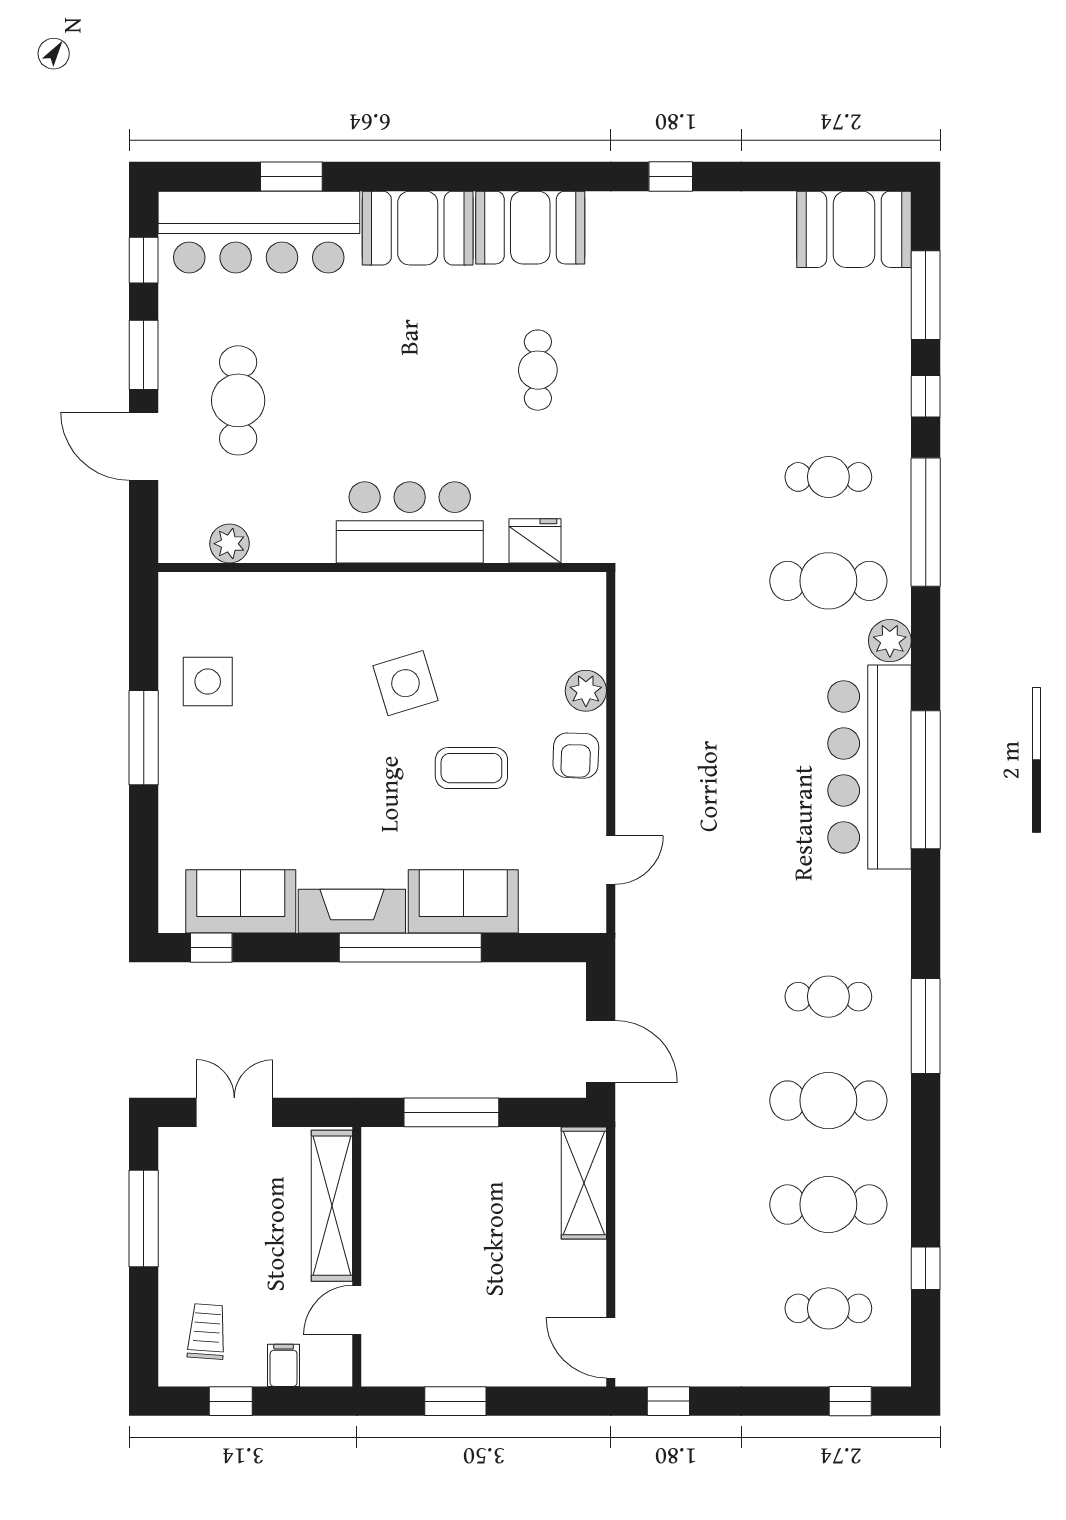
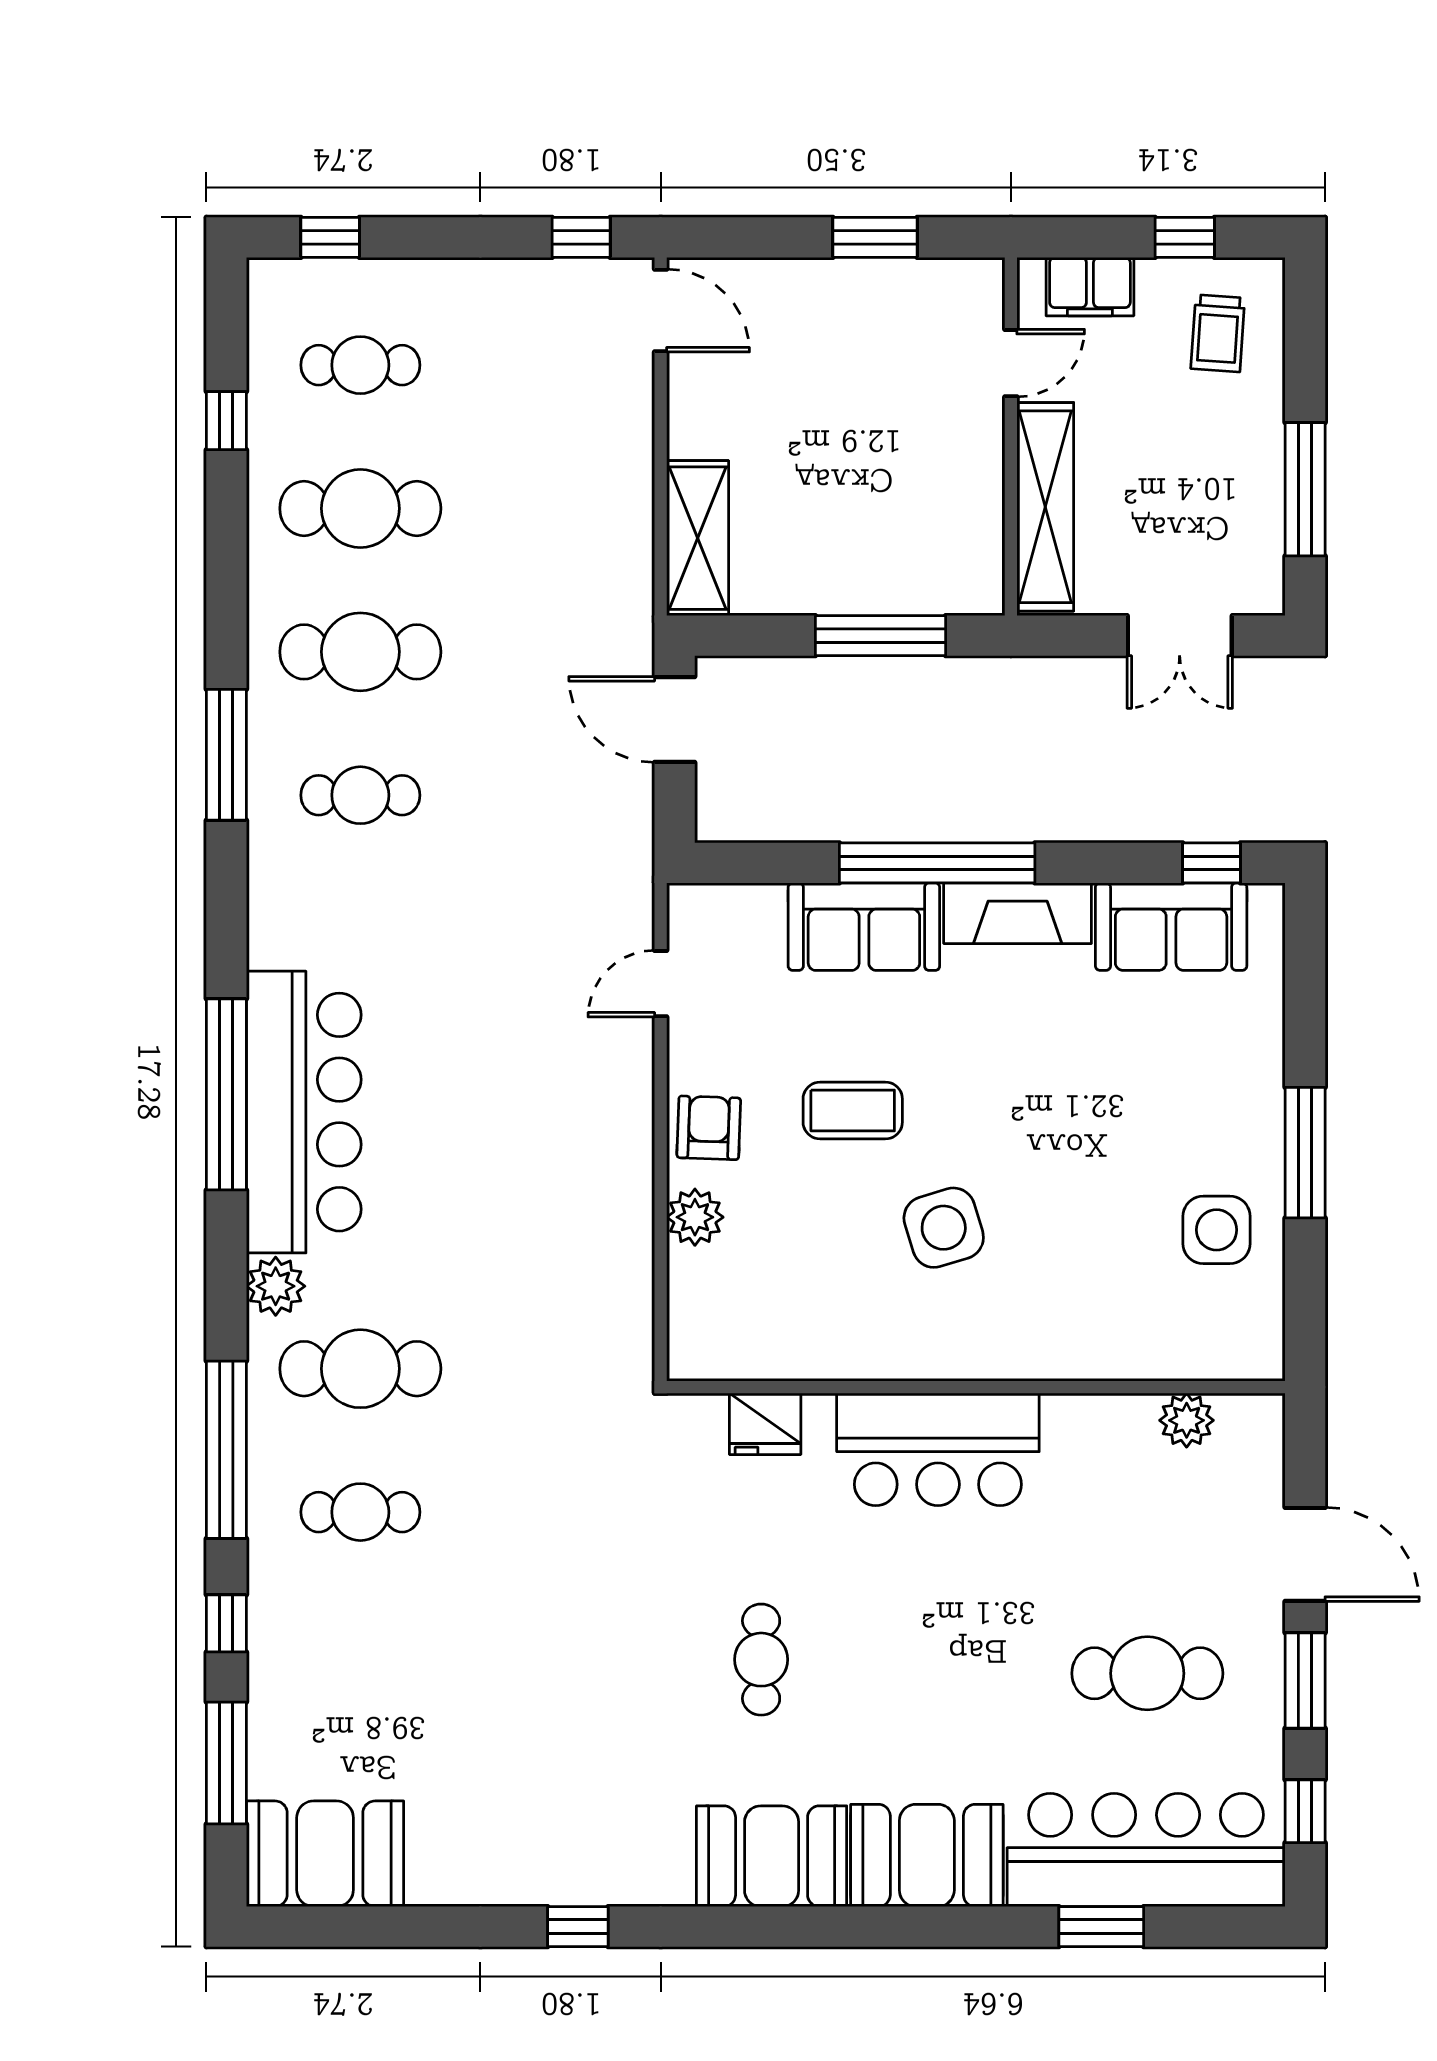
cafe table: (238, 400) -> (1147, 1673), moved, turned 90
filing cabinet: (284, 1365) -> (1090, 287), width x2.00

